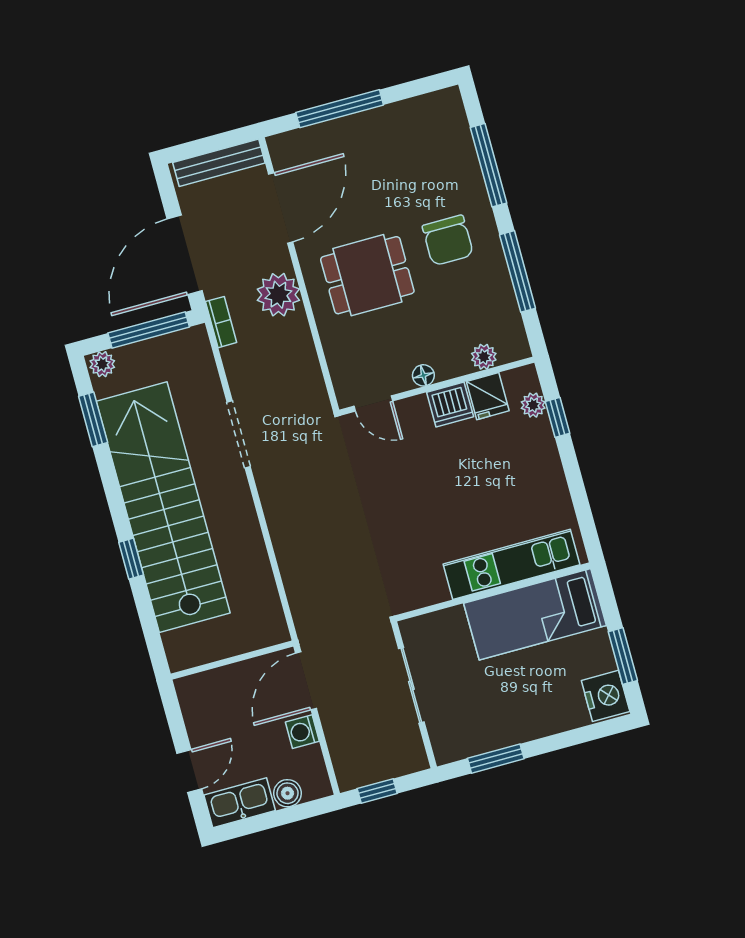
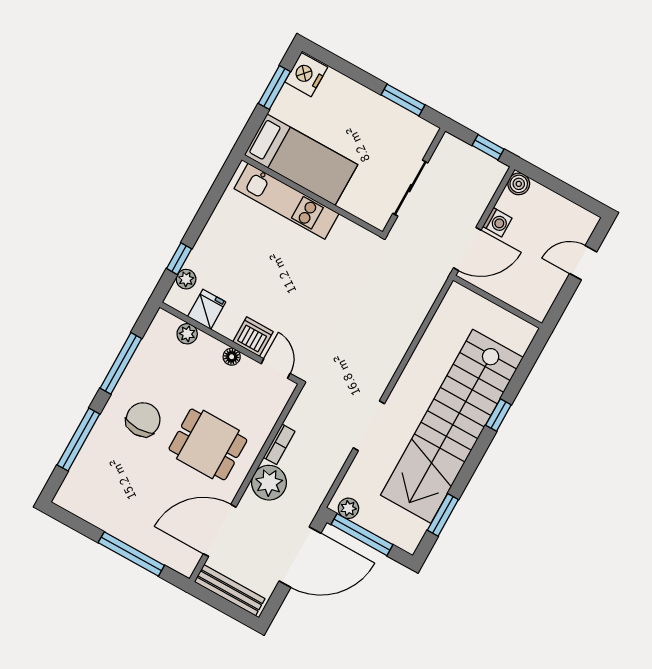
bookcase: (221, 322) -> (279, 444), moved, turned 180
plant: (102, 364) -> (348, 508), moved
dishwasher: (450, 405) -> (253, 337), moved
boiler: (288, 793) -> (519, 184), moved
kitchen sink: (240, 803) -> (572, 217), removed

